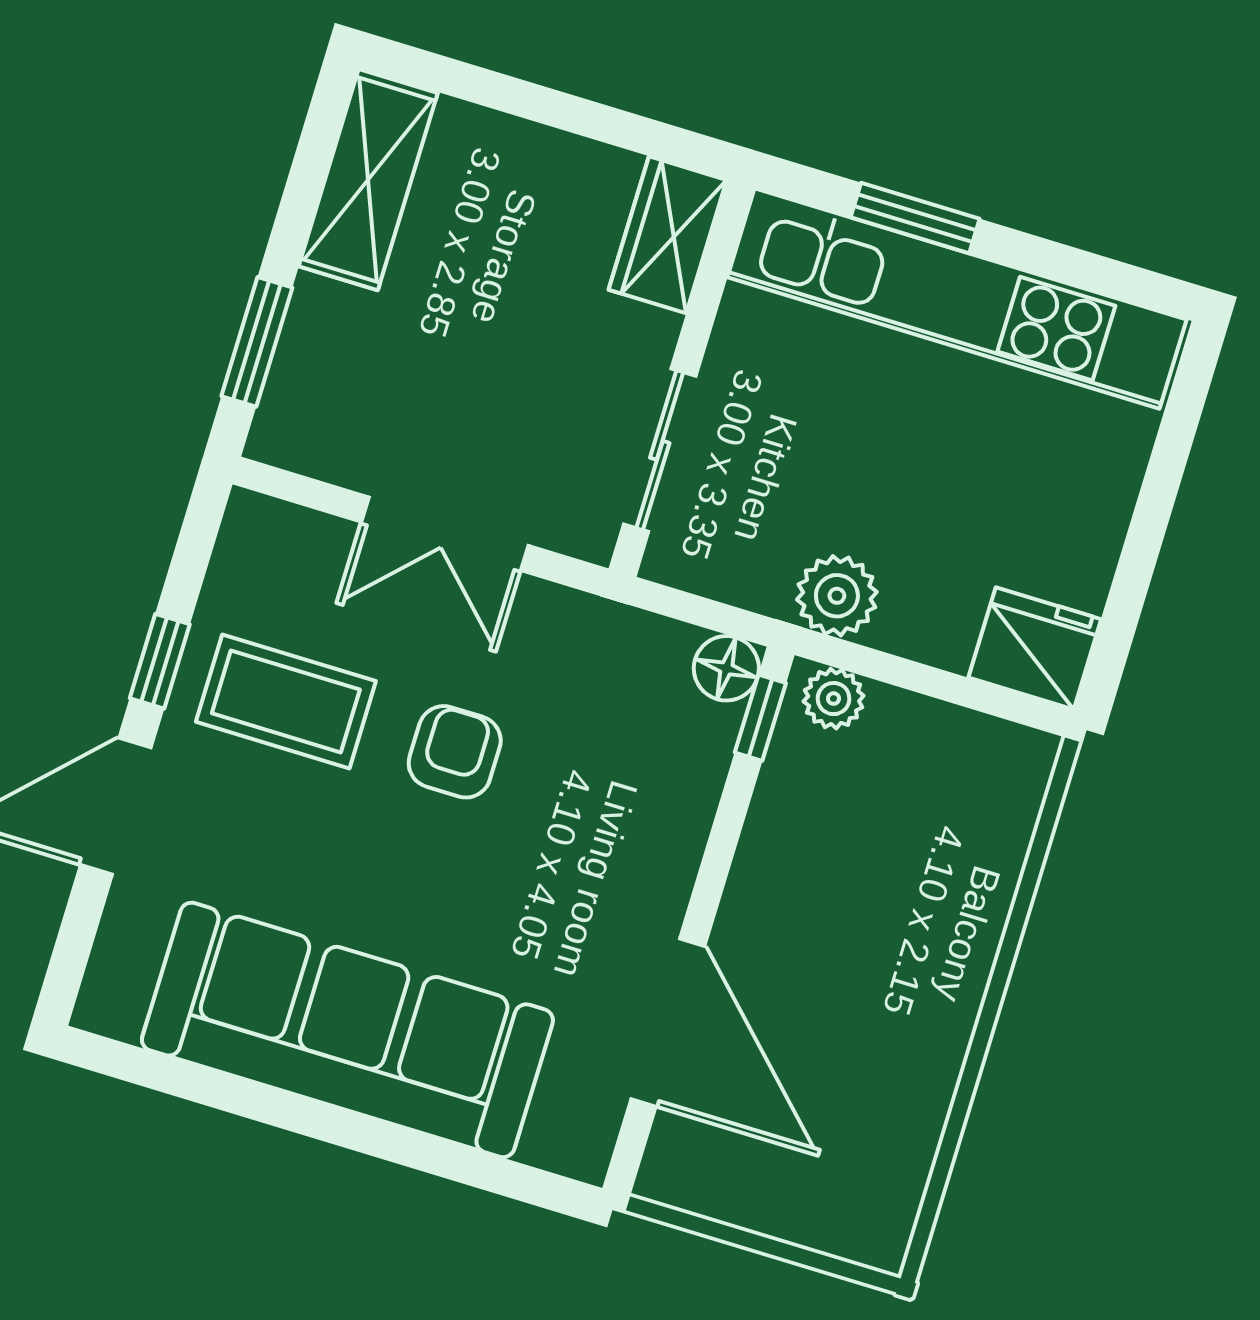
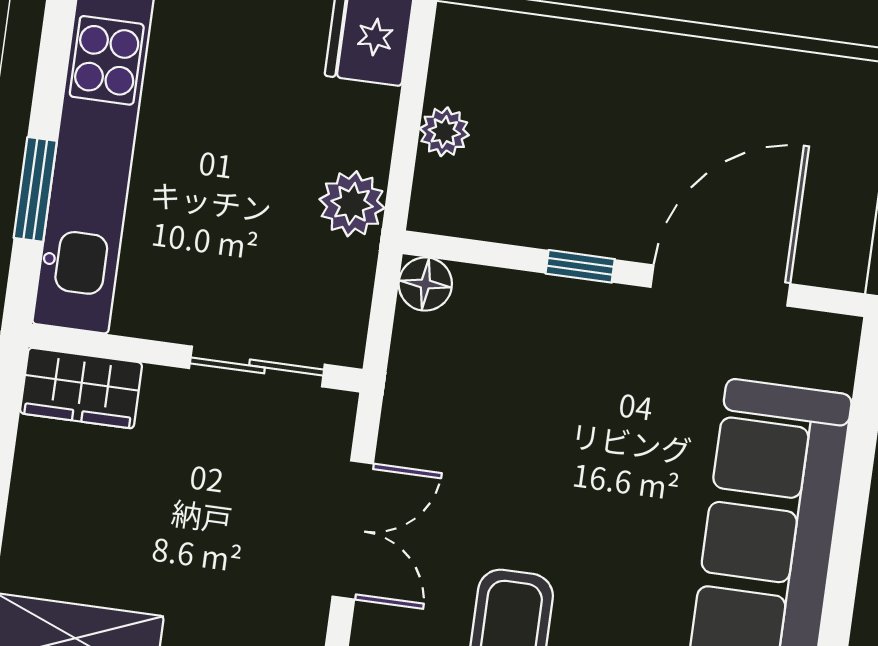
plant: (834, 699) -> (444, 132), moved
window: (760, 718) -> (580, 266), moved
armchair: (455, 752) -> (528, 494), removed

